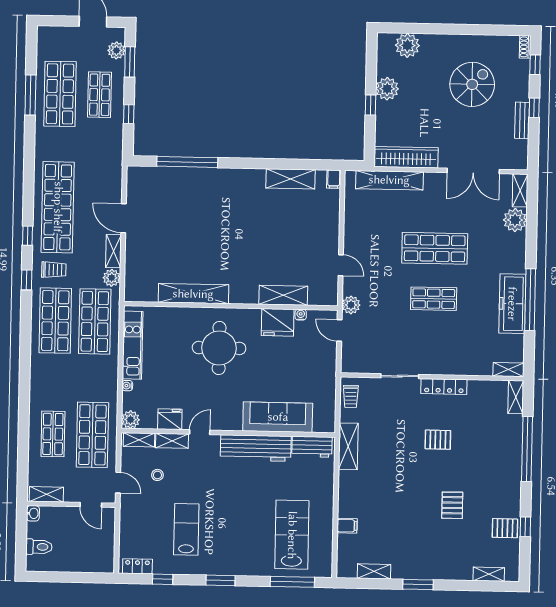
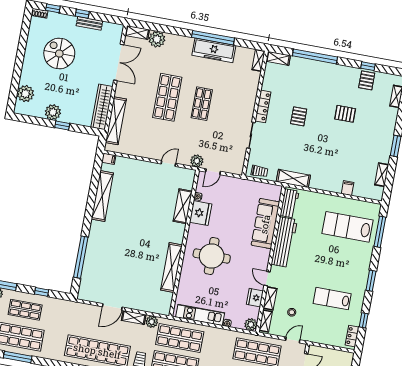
shelving: (291, 179) -> (102, 196), width x1.47

